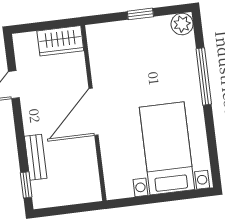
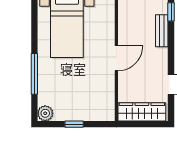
wardrobe: (60, 41) -> (142, 112), width x1.50
door: (94, 112) -> (116, 58), width x0.73

